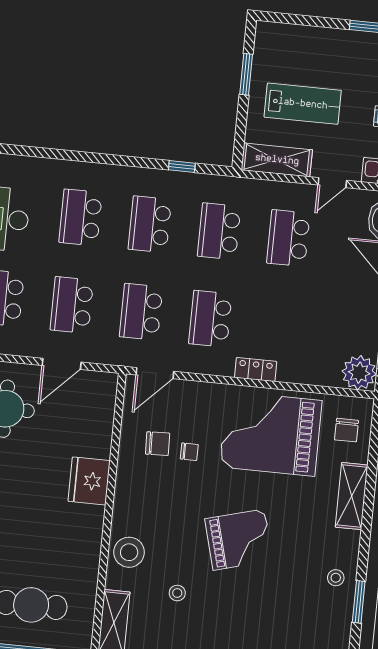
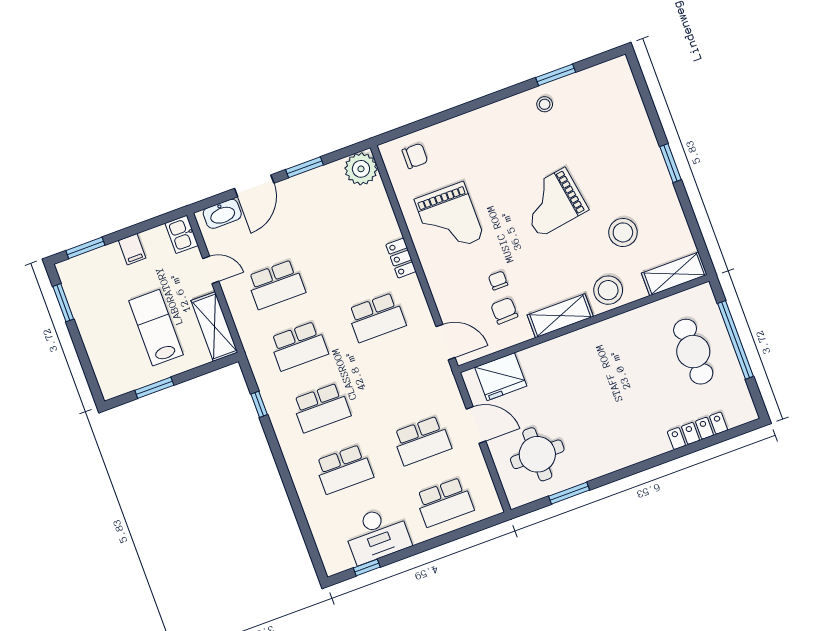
school desk: (141, 312) -> (399, 379), removed
grand piano: (271, 434) -> (449, 219), width x0.73, depth x0.68
fridge: (89, 481) -> (501, 377), moved
shelving: (352, 496) -> (560, 316), moved
grand piano: (239, 540) -> (552, 202), turned -84
stool: (177, 593) -> (623, 232), width x1.89, depth x1.89

